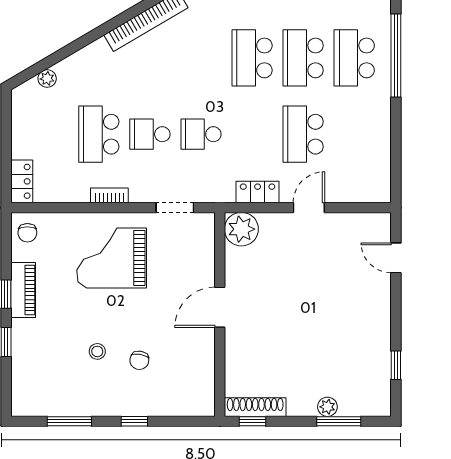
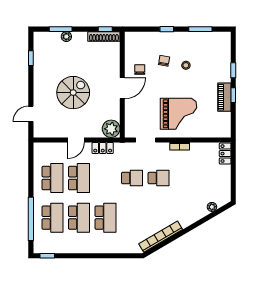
school desk: (99, 134) -> (53, 178), moved
chair: (27, 233) -> (140, 70), moved
door: (396, 258) -> (31, 114), swing flipped
spiral stairs: (314, 299) -> (73, 93), added

